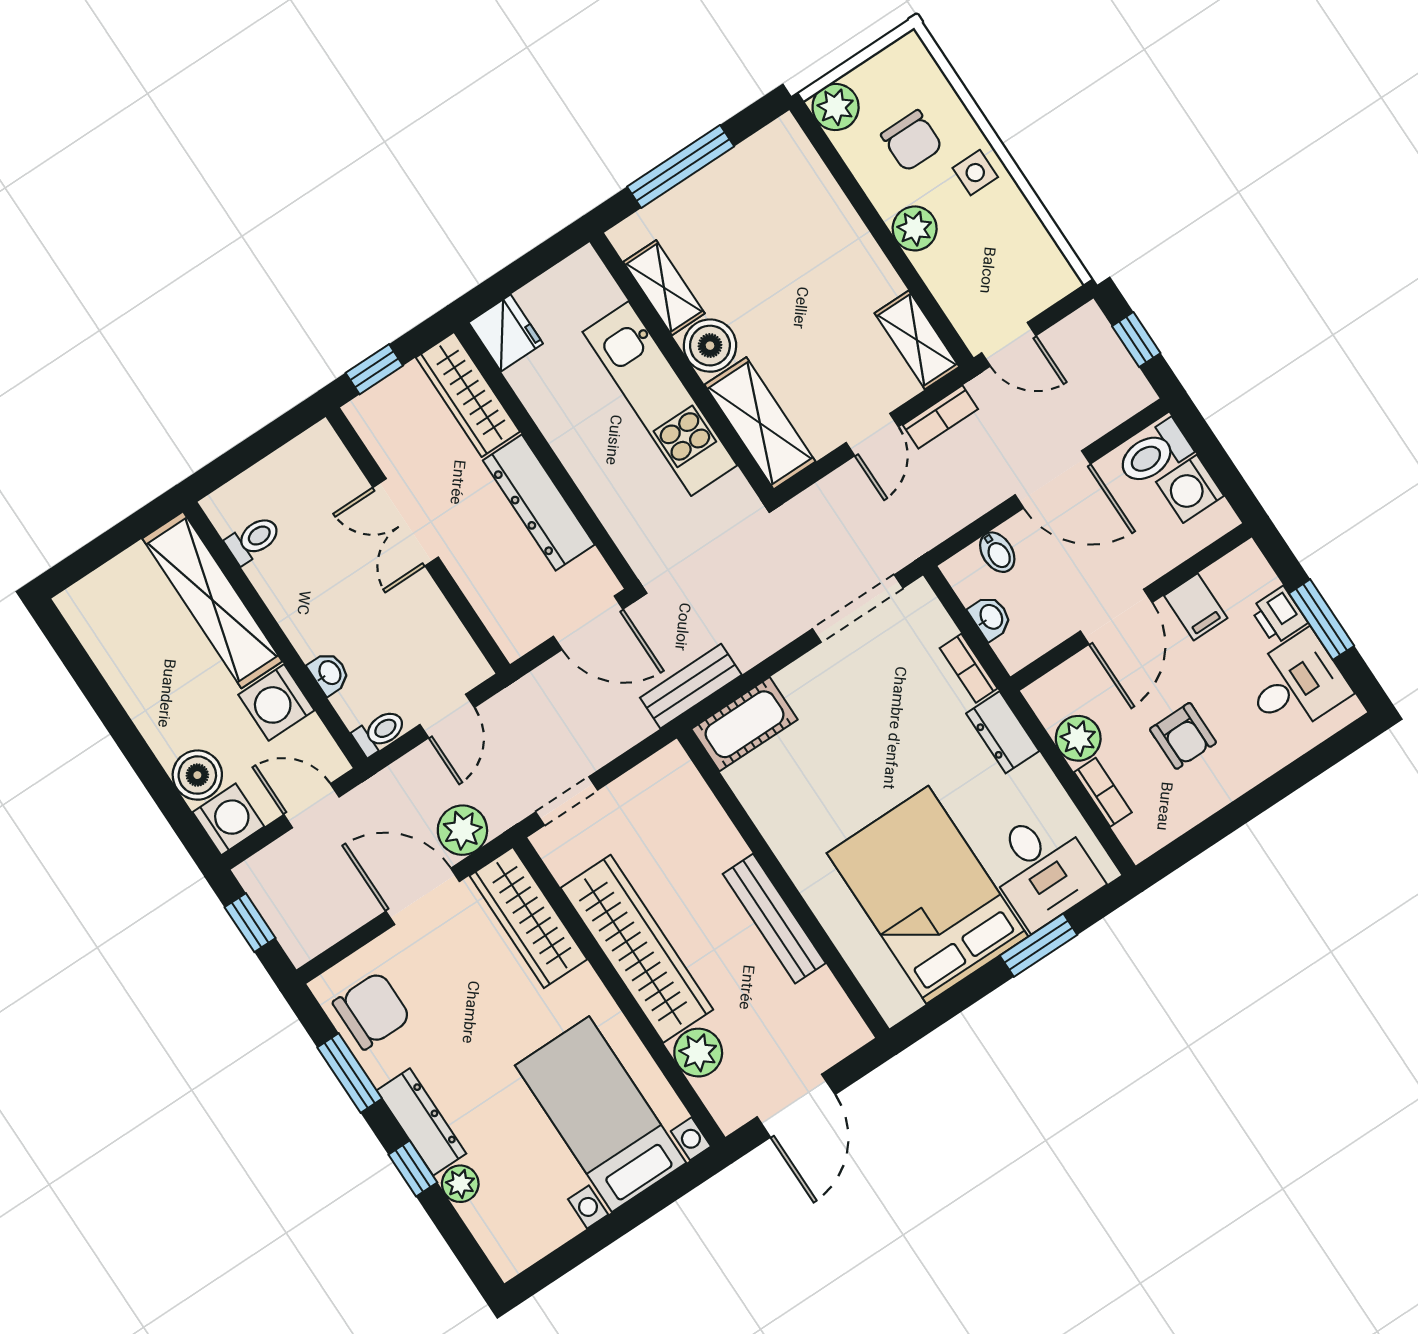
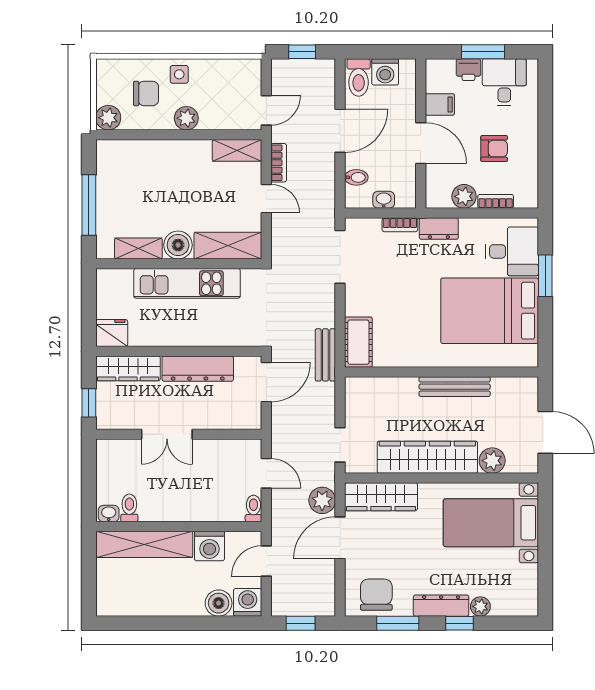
washbasin: (329, 673) -> (109, 514), moved

